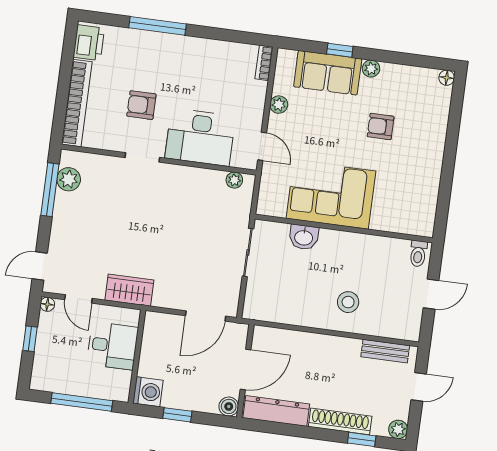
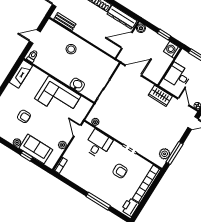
desk: (200, 137) -> (98, 144), width x0.73
fireplace: (425, 208) -> (21, 74), added

